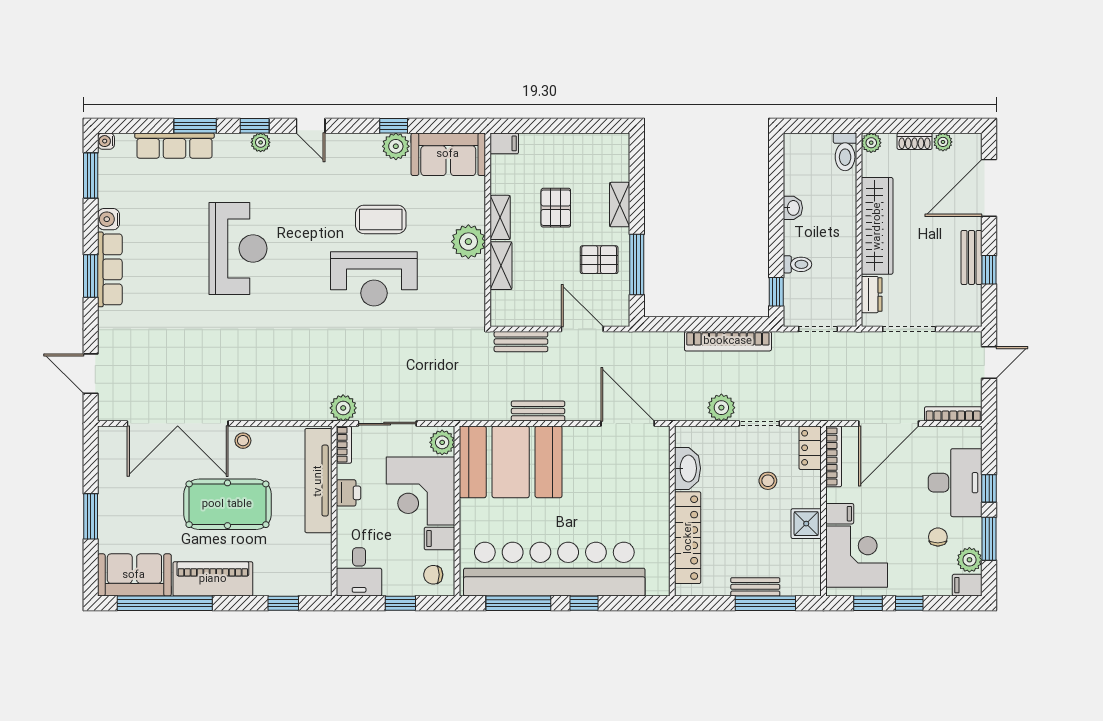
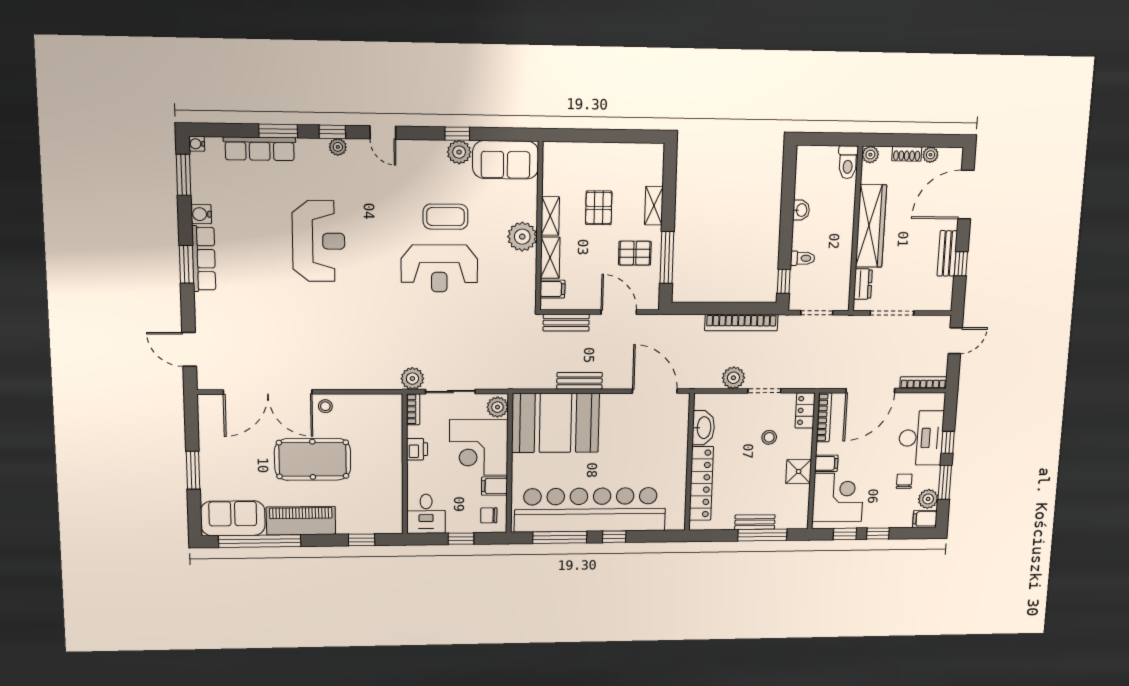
filing cabinet: (504, 143) -> (552, 289), moved
tv unit: (318, 481) -> (391, 439), removed

